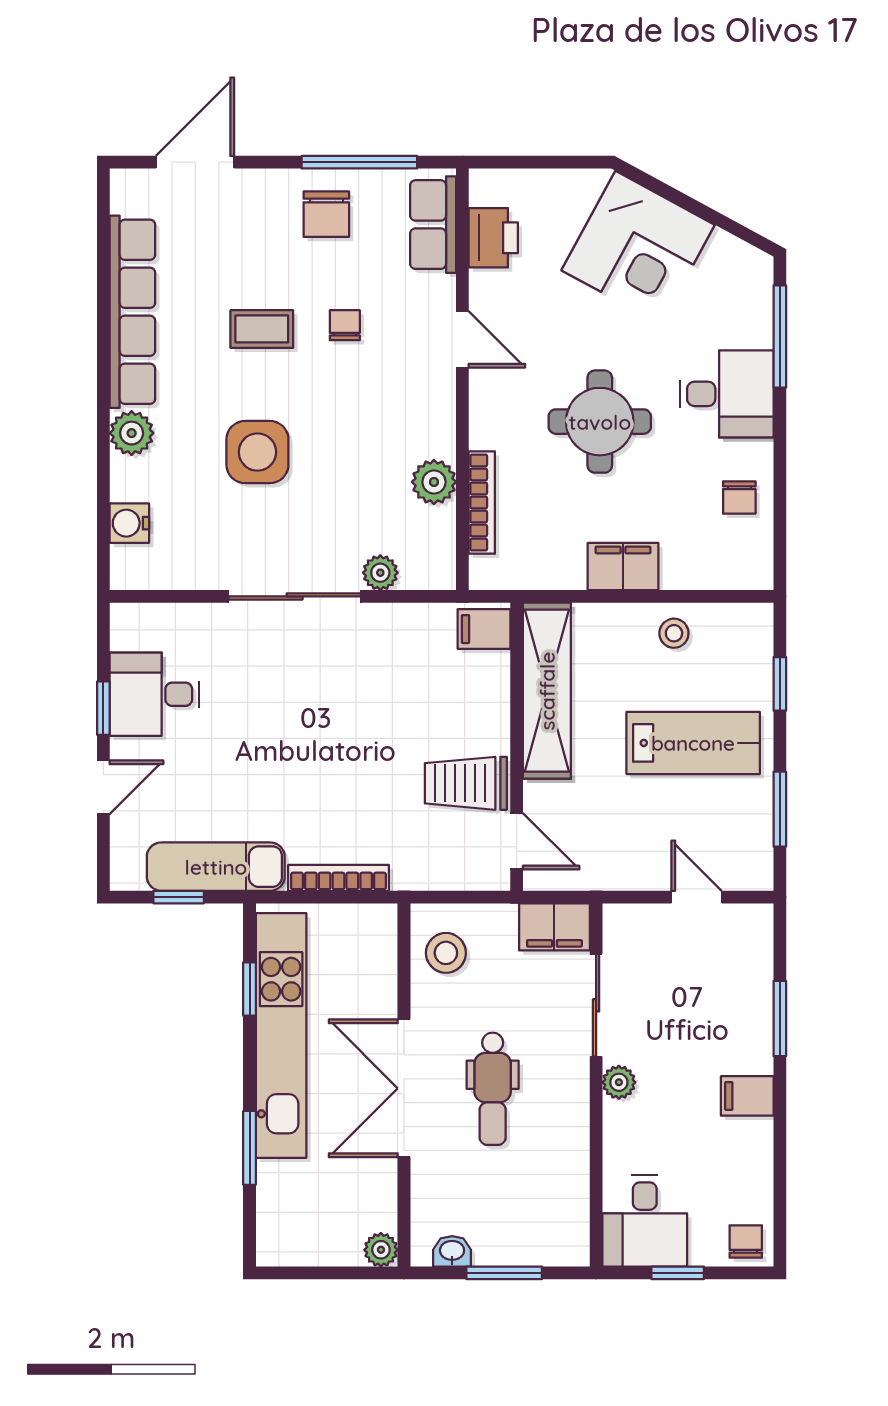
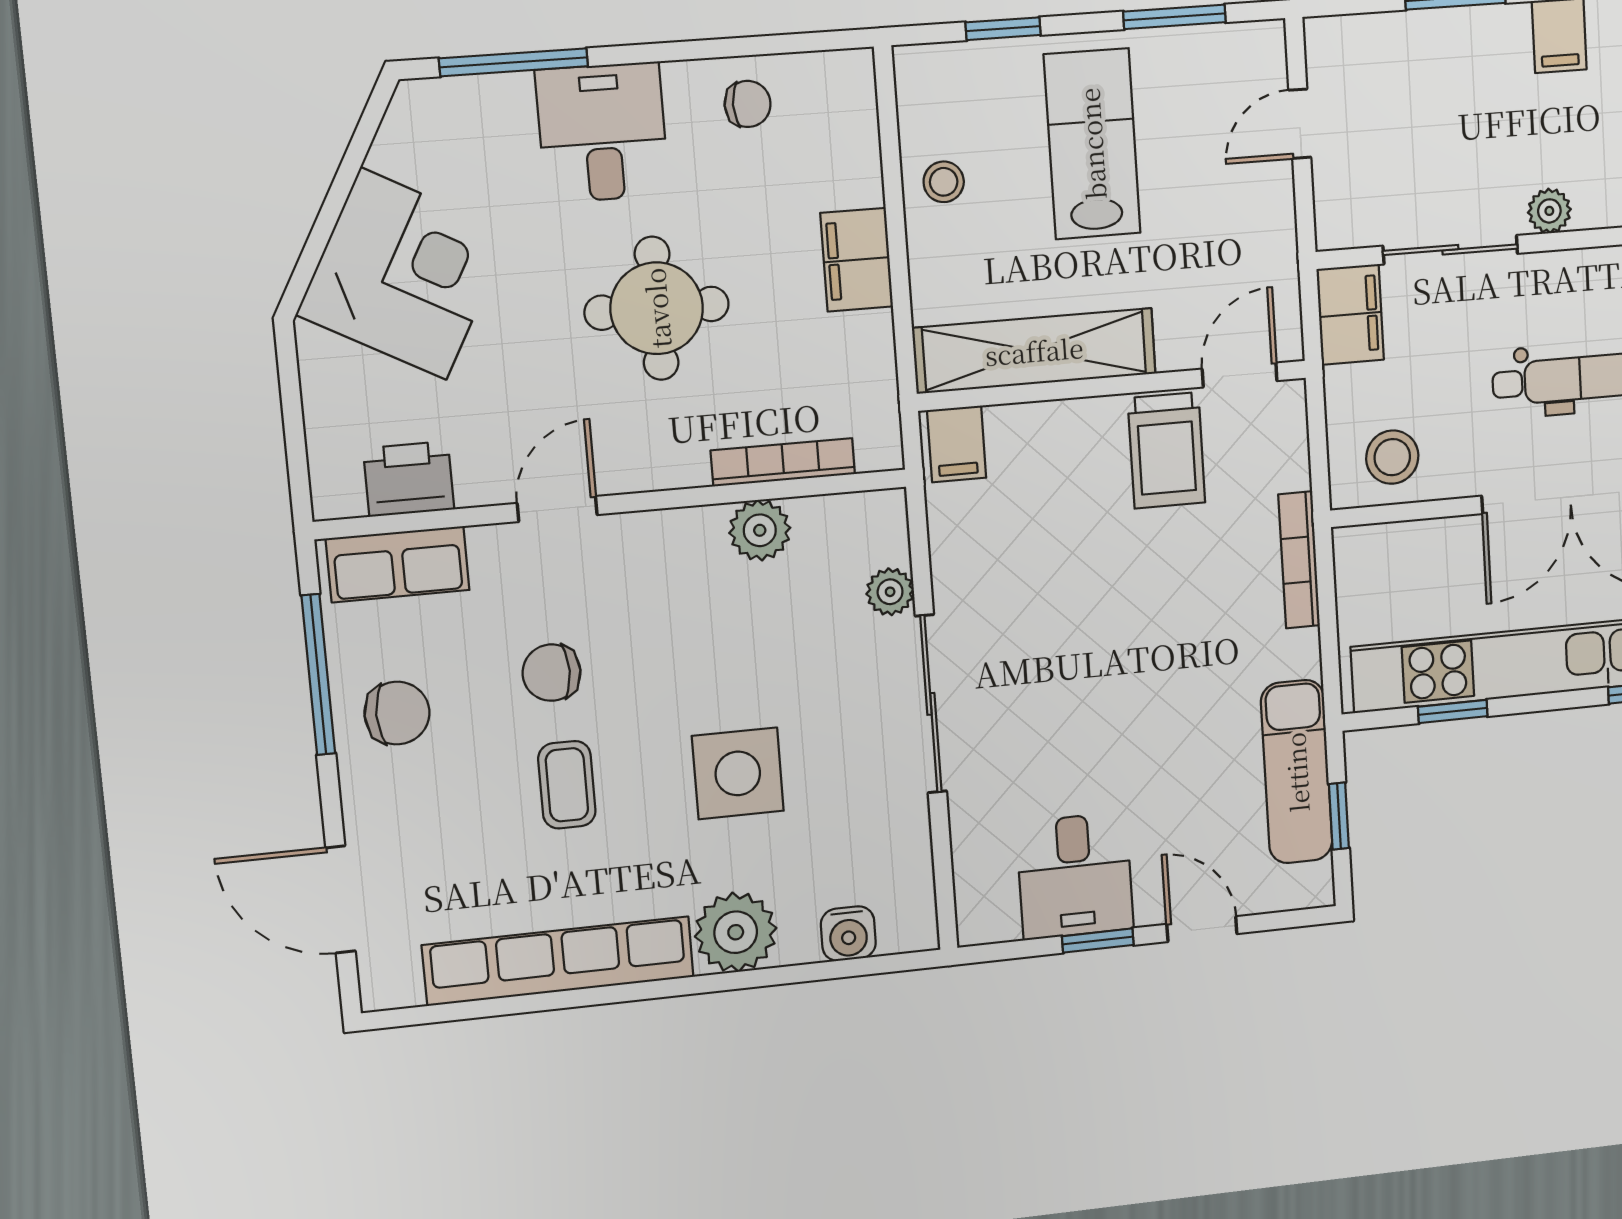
chair: (345, 325) -> (552, 673), width x1.37, depth x1.37
plant: (132, 433) -> (736, 932), width x1.36, depth x1.36
bookcase: (338, 878) -> (1299, 560), moved

